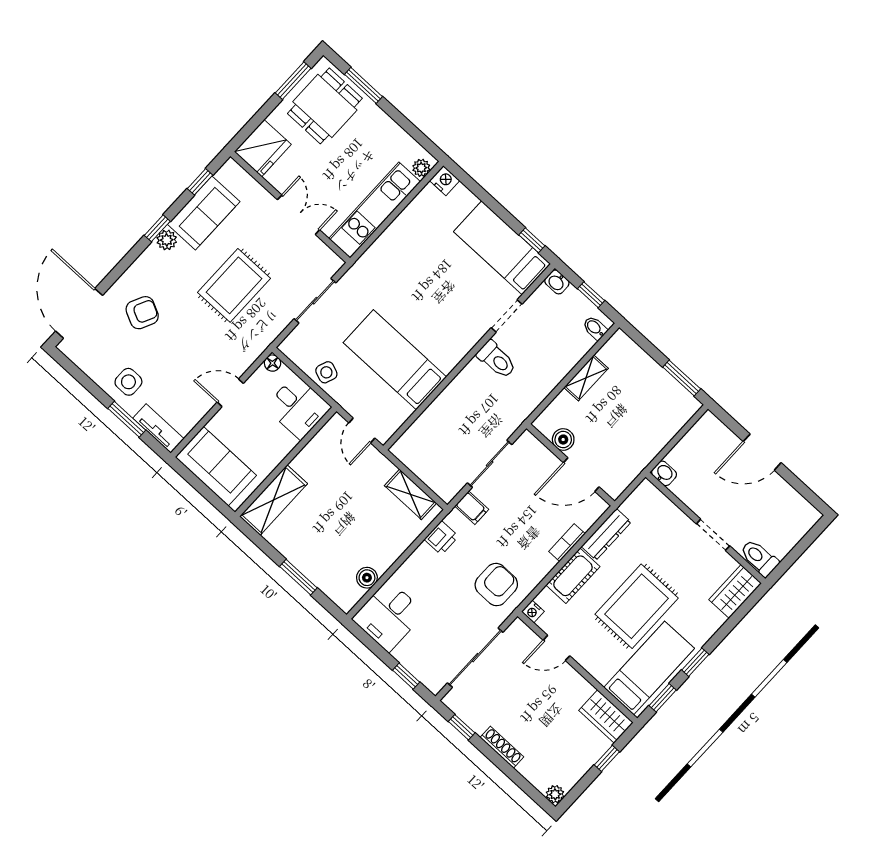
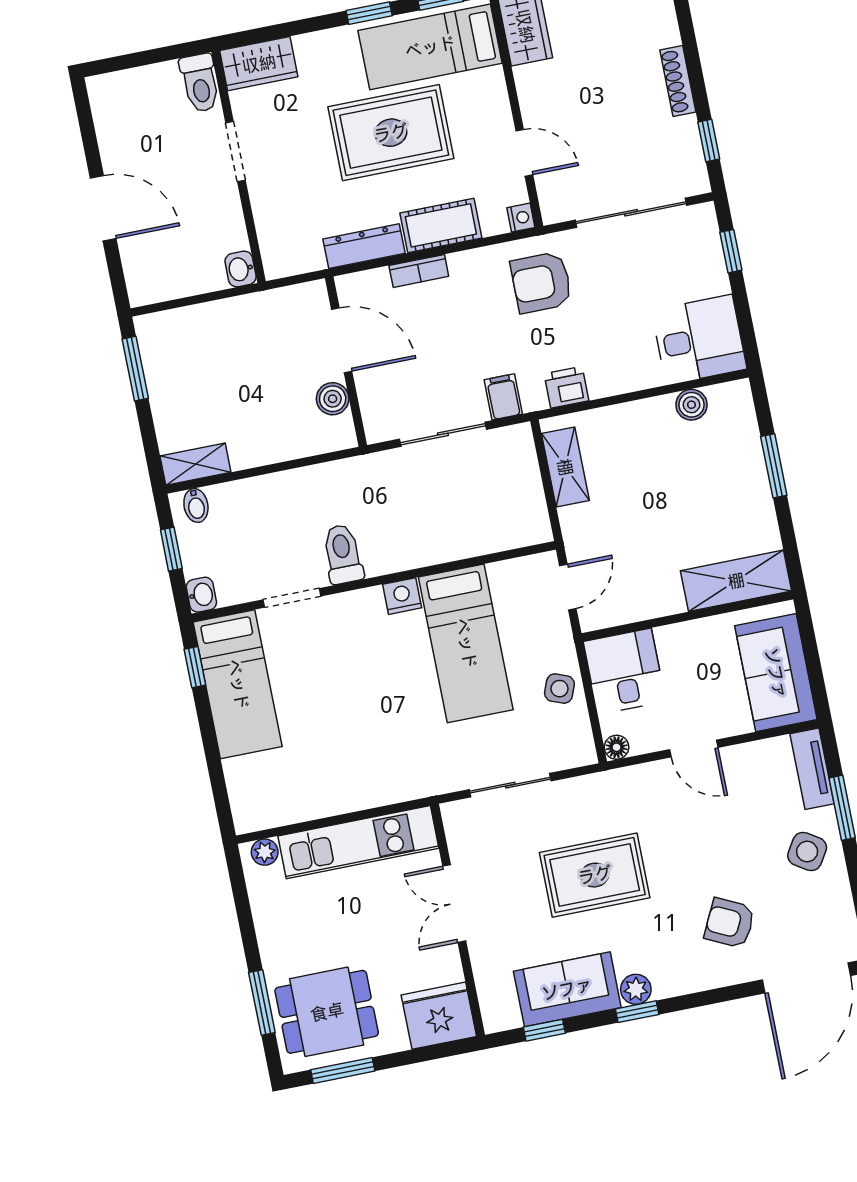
nightstand: (445, 181) -> (402, 596), moved, turned 90
shelving: (586, 378) -> (195, 464), moved
side table: (128, 382) -> (807, 852), turned 32

